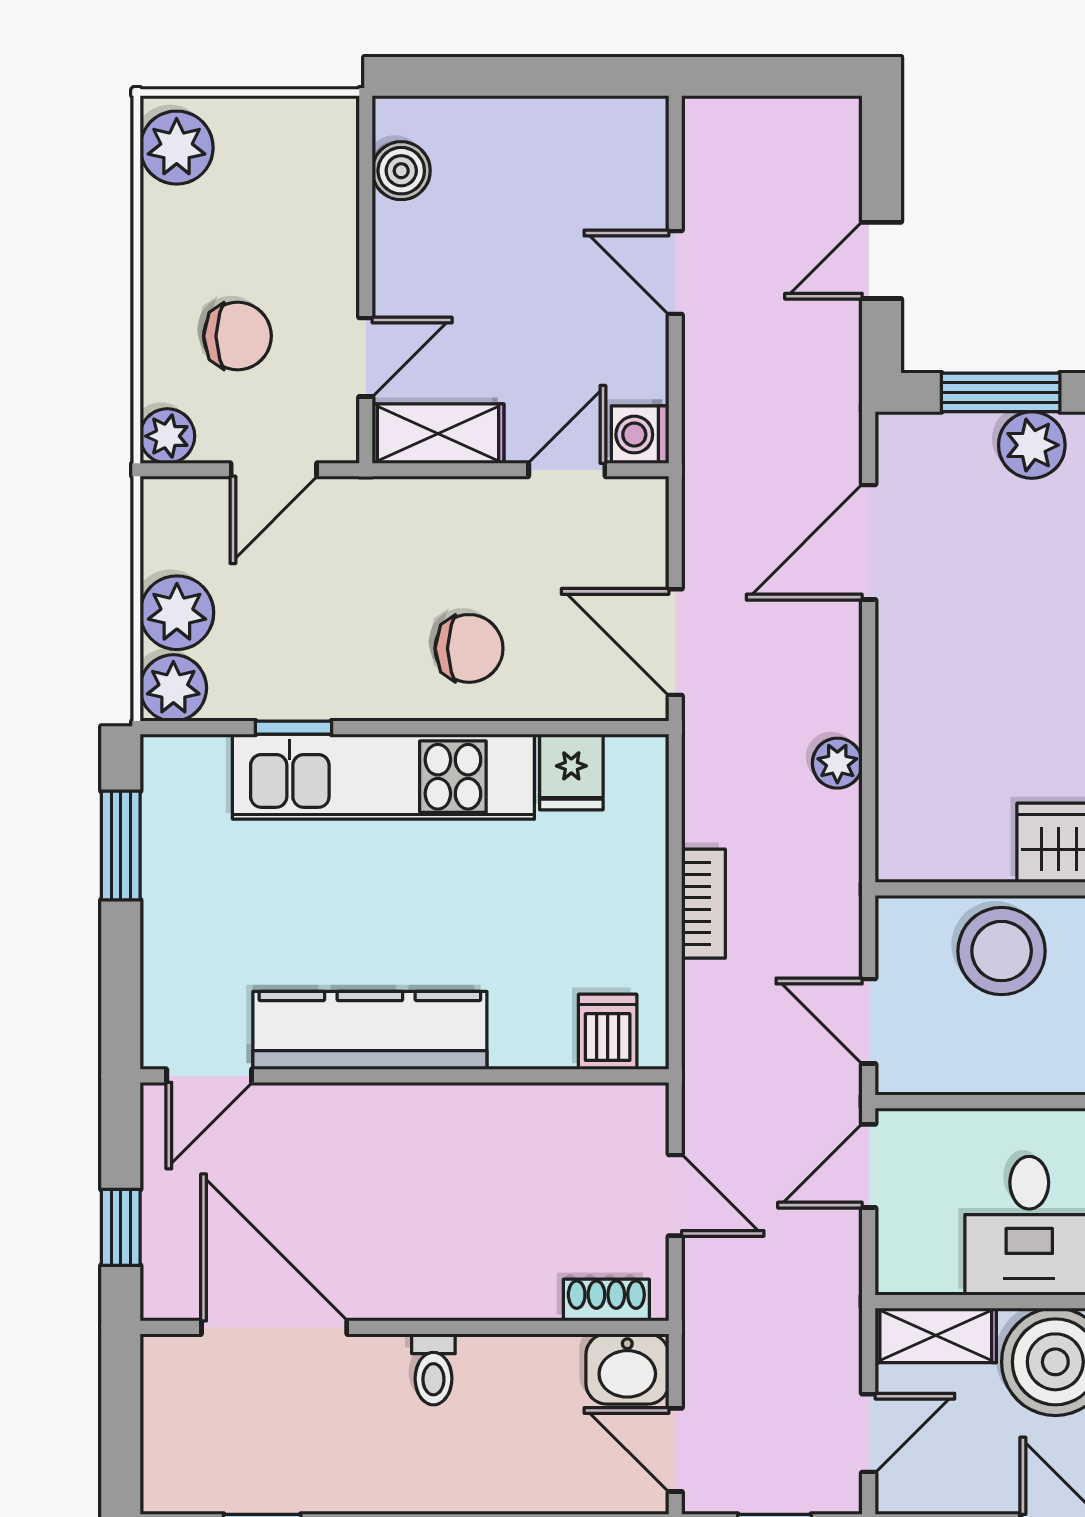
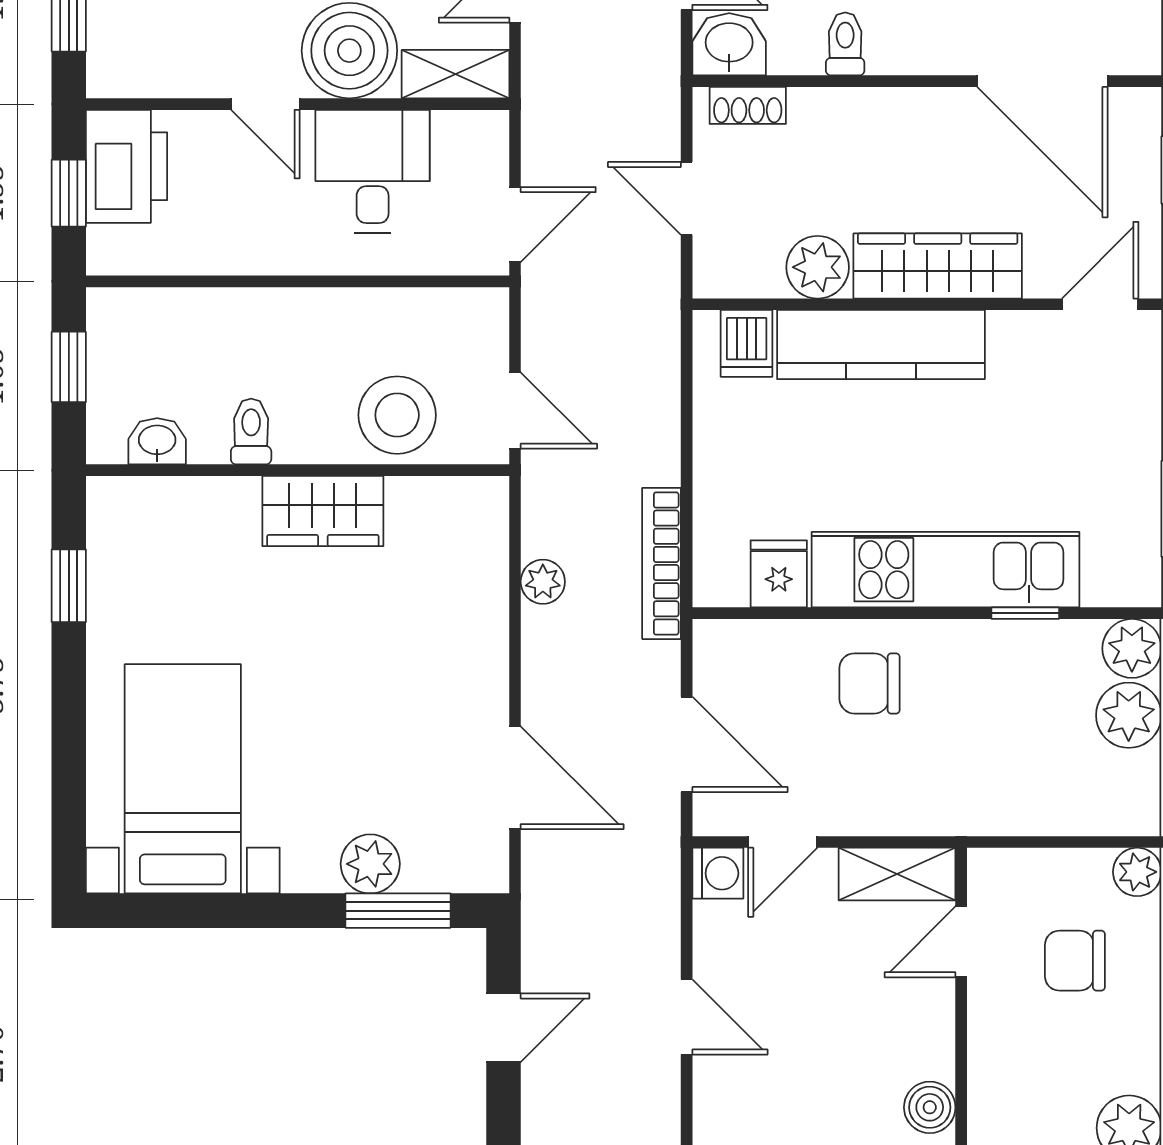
door: (274, 470) -> (1043, 842), removed
door: (869, 542) -> (515, 778), hinge flipped
door: (675, 642) -> (687, 744), moved
bookcase: (704, 904) -> (662, 563), moved, width x1.56
door: (869, 1021) -> (515, 410), moved
kitchen counter: (370, 1030) -> (881, 345), moved
plant: (528, 1118) -> (818, 267), added
wardrobe: (392, 1119) -> (938, 266), added
toilet: (433, 1369) -> (845, 44), moved

